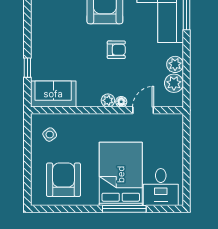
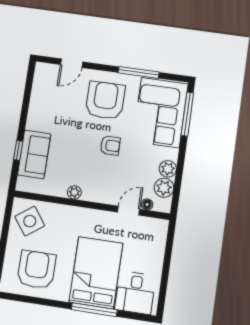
sofa: (53, 94) -> (34, 154), moved, turned 90
plant: (108, 100) -> (74, 192), moved
floor lamp: (121, 102) -> (147, 204), moved
side table: (50, 135) -> (30, 221), width x1.87, depth x1.87

